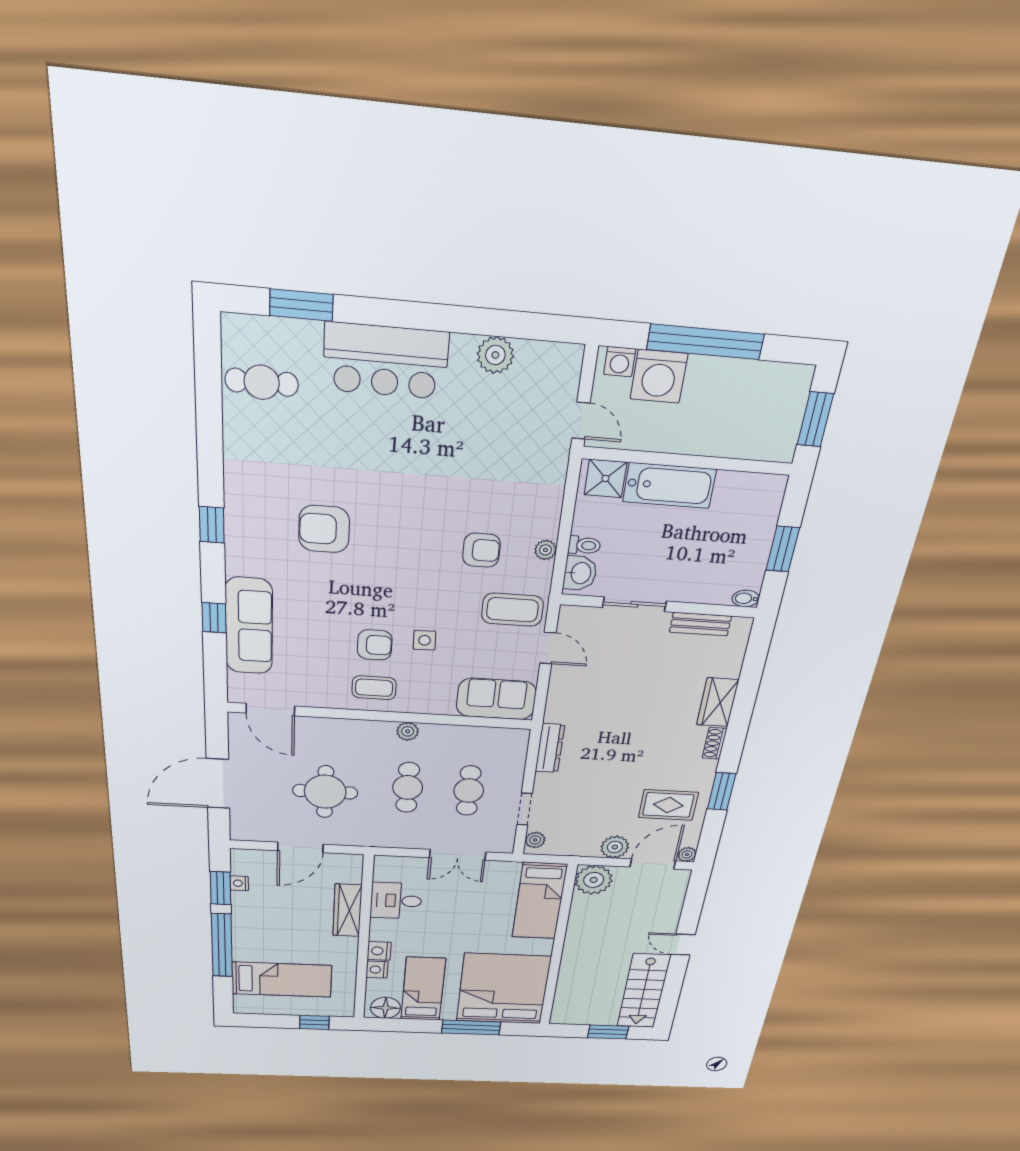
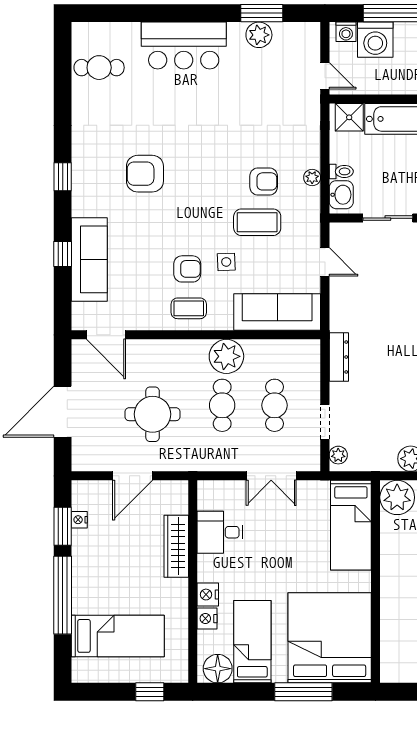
window: (301, 305) -> (262, 13), moved
coffee table: (512, 610) -> (257, 222), moved
sofa: (496, 699) -> (277, 312), width x1.36
plant: (408, 731) -> (226, 356), width x1.87, depth x1.87

